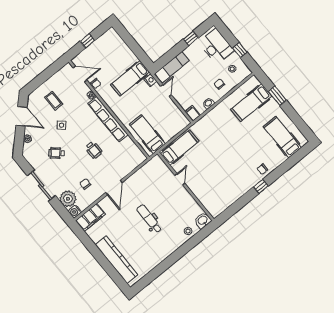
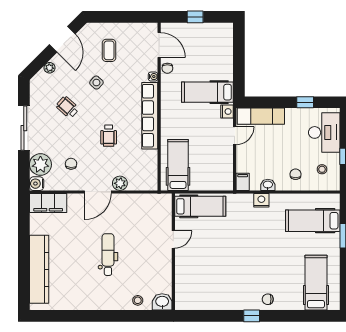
nightstand: (212, 115) -> (261, 200), added
plant: (123, 172) -> (120, 183), added

